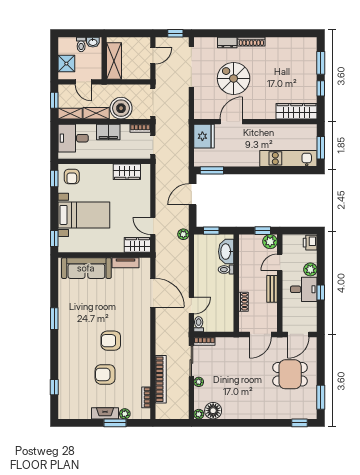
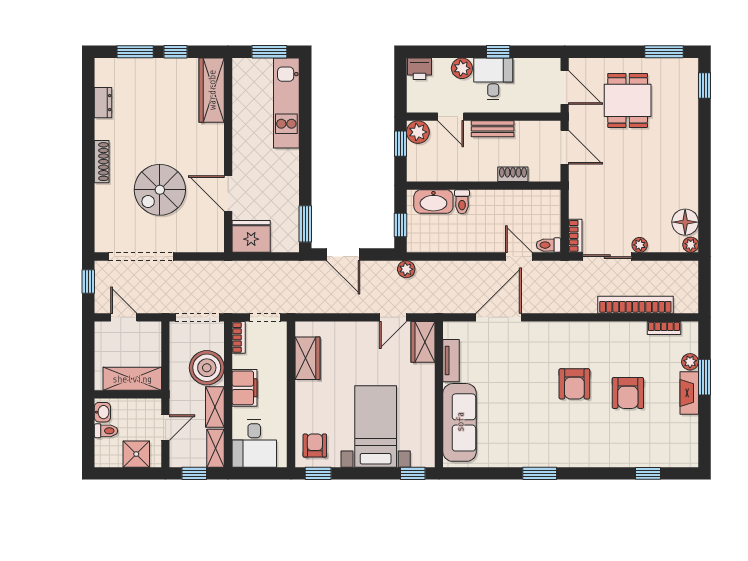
dresser: (227, 42) -> (103, 103), moved
armchair: (72, 176) -> (315, 446), turned -90

